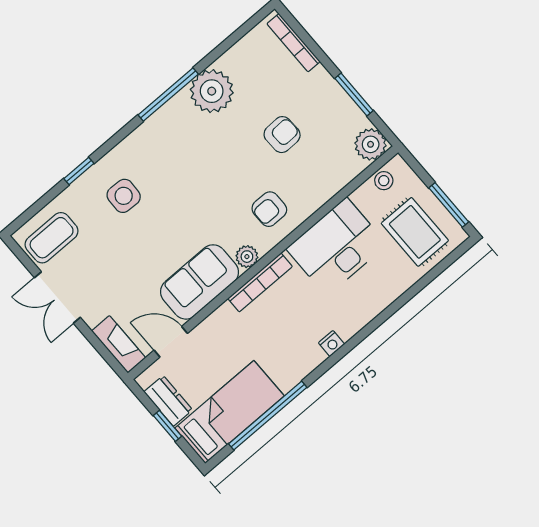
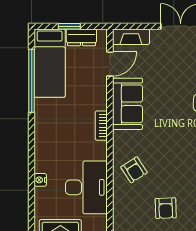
armchair: (269, 209) -> (134, 170), turned 147
plant: (247, 257) -> (120, 138), removed
bookcase: (260, 282) -> (101, 126), width x0.64
nightstand: (332, 343) -> (40, 180), moved

